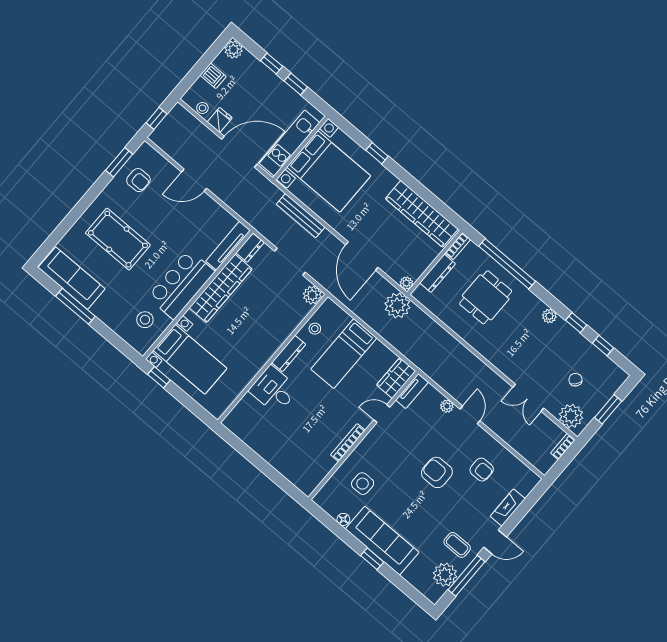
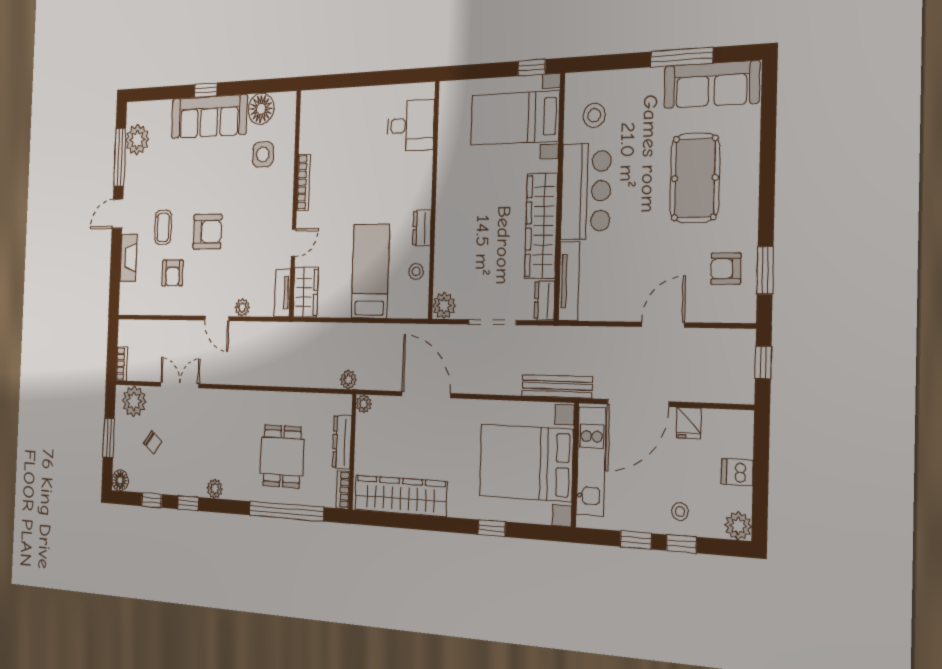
stool: (202, 108) -> (680, 512), moved
bench: (301, 216) -> (557, 386), moved
pool table: (118, 239) -> (695, 178), turned 90
plant: (397, 305) -> (348, 380), width x0.53, depth x0.53
dresser: (289, 353) -> (422, 228), width x0.70
floor lamp: (619, 376) -> (120, 480), added
desk: (274, 390) -> (411, 125), moved
armchair: (482, 470) -> (173, 273), turned -90
floor lamp: (343, 519) -> (261, 109), width x1.89, depth x1.89
coffee table: (457, 545) -> (163, 227), moved, turned 90

